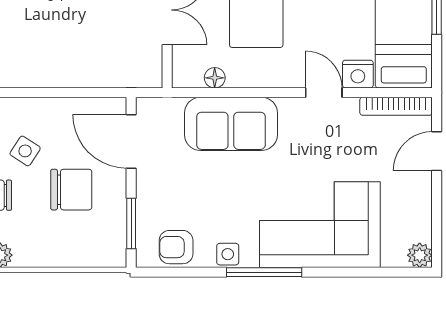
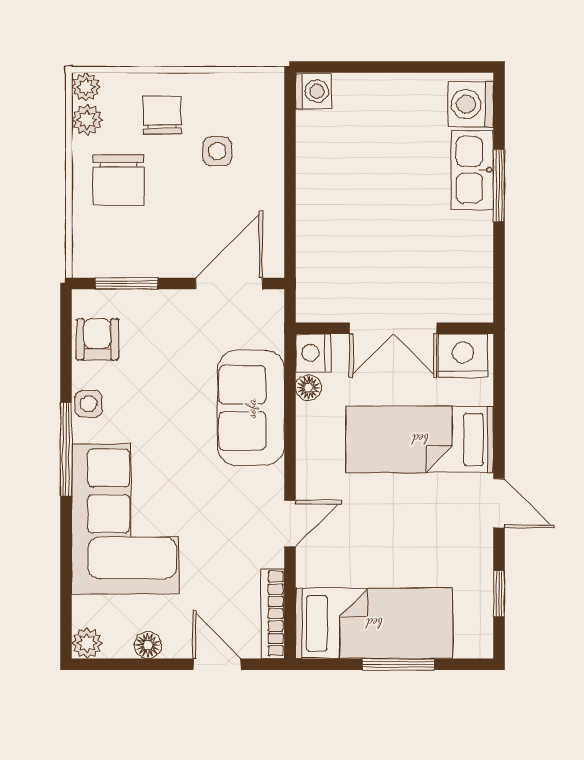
nightstand: (358, 74) -> (313, 353), moved
side table: (25, 151) -> (217, 151), turned -33
chair: (71, 190) -> (119, 180), moved
floor lamp: (421, 207) -> (148, 645), added

